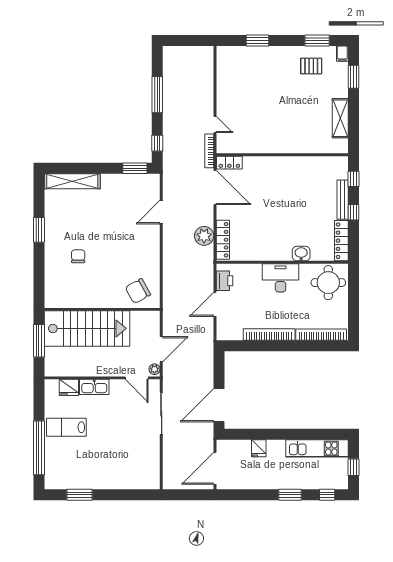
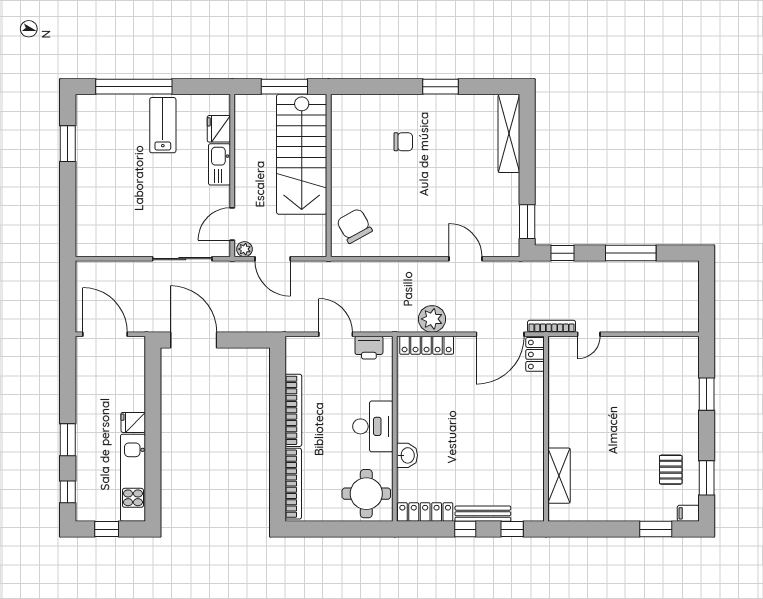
shelving: (340, 118) -> (559, 476), moved, turned 90
fridge: (259, 448) -> (133, 422), moved

